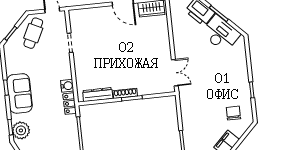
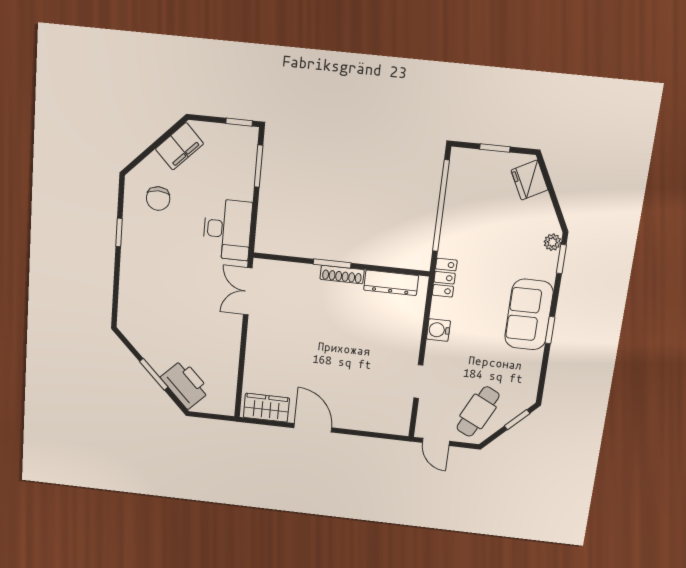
desk: (221, 34) -> (227, 229), moved, turned -135
water cooler: (67, 86) -> (438, 330), moved
plant: (21, 130) -> (552, 242), width x0.53, depth x0.53

